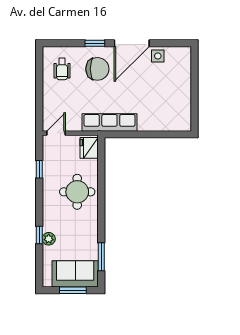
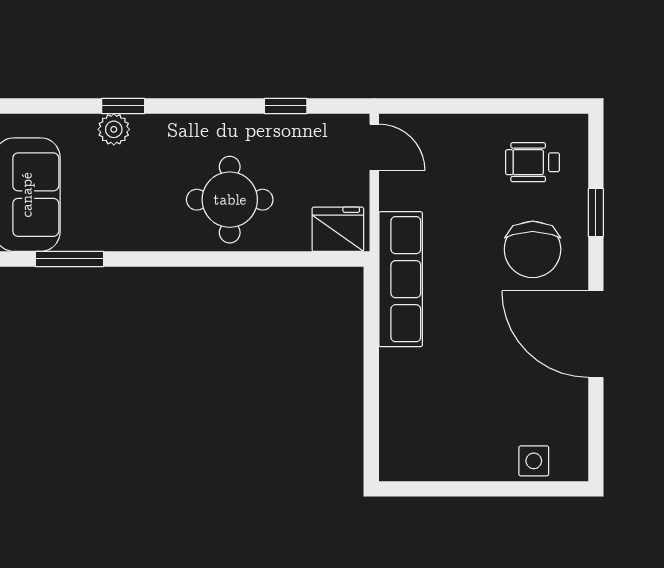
window: (95, 43) -> (596, 213), moved
side table: (158, 56) -> (534, 461), moved

